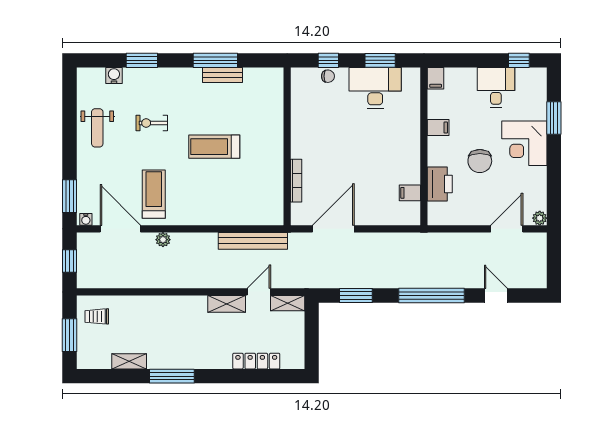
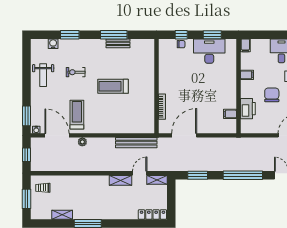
chair: (480, 161) -> (272, 95), turned 180
locker: (256, 361) -> (152, 214), moved

